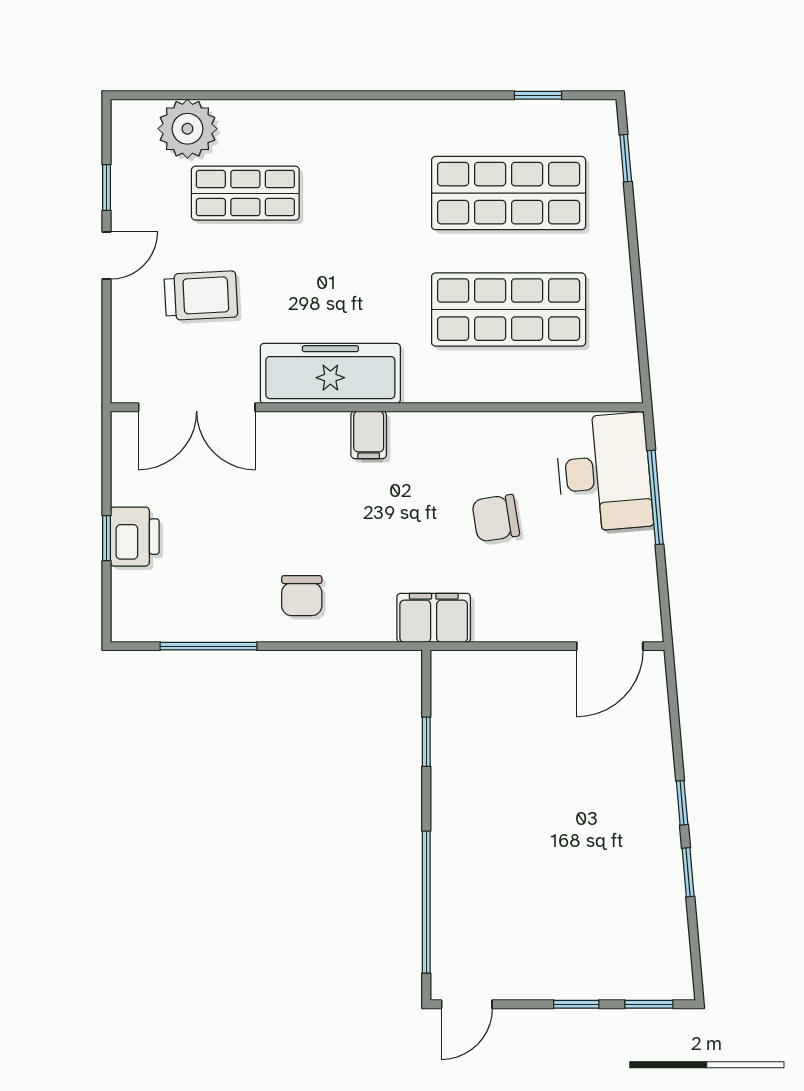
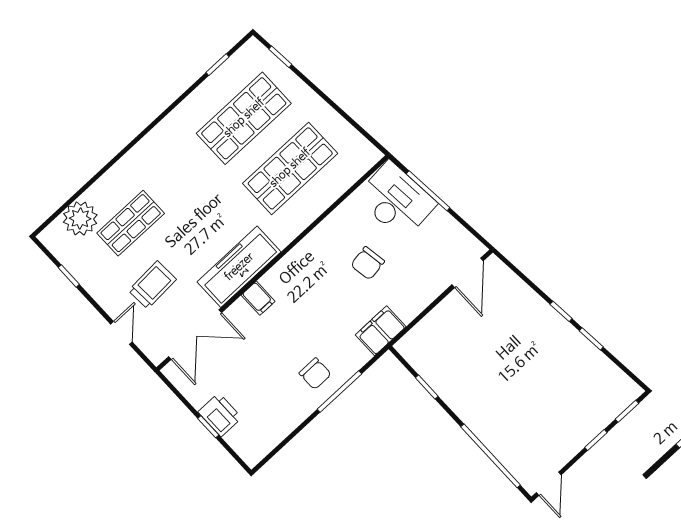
door: (106, 256) -> (121, 333), moved
filing cabinet: (369, 435) -> (258, 298), moved
window: (209, 646) -> (339, 391), moved

